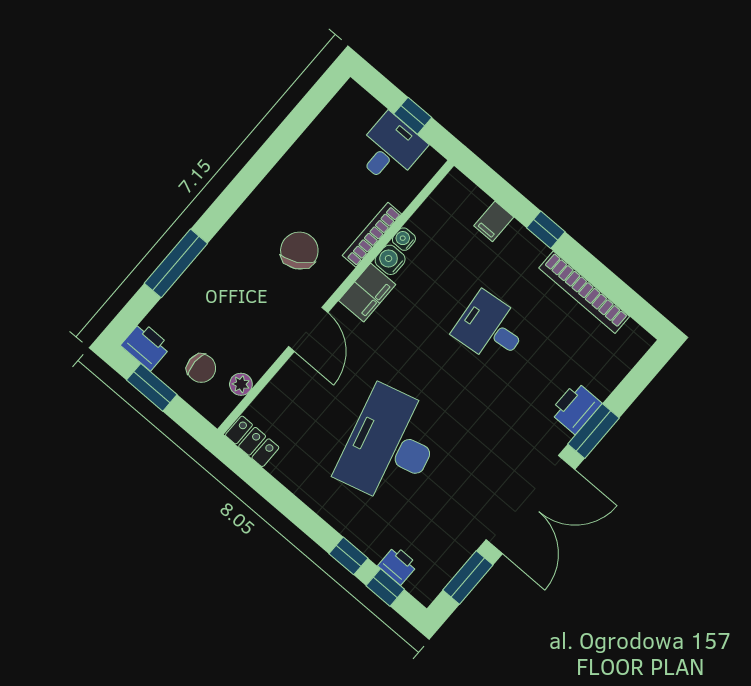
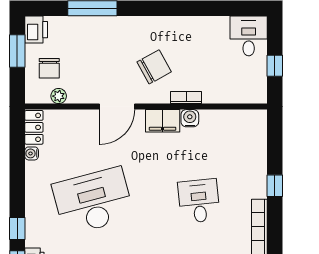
desk: (390, 149) -> (249, 36), moved, turned -90
filing cabinet: (494, 221) -> (256, 155), removed
bookcase: (372, 235) -> (186, 98), width x0.64
water cooler: (404, 239) -> (32, 153), moved, turned -90

